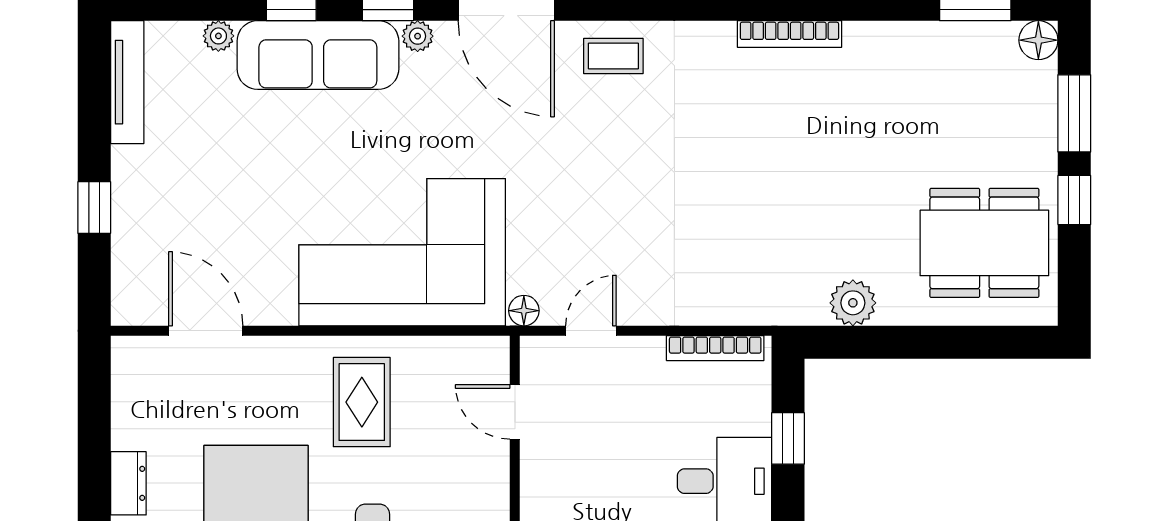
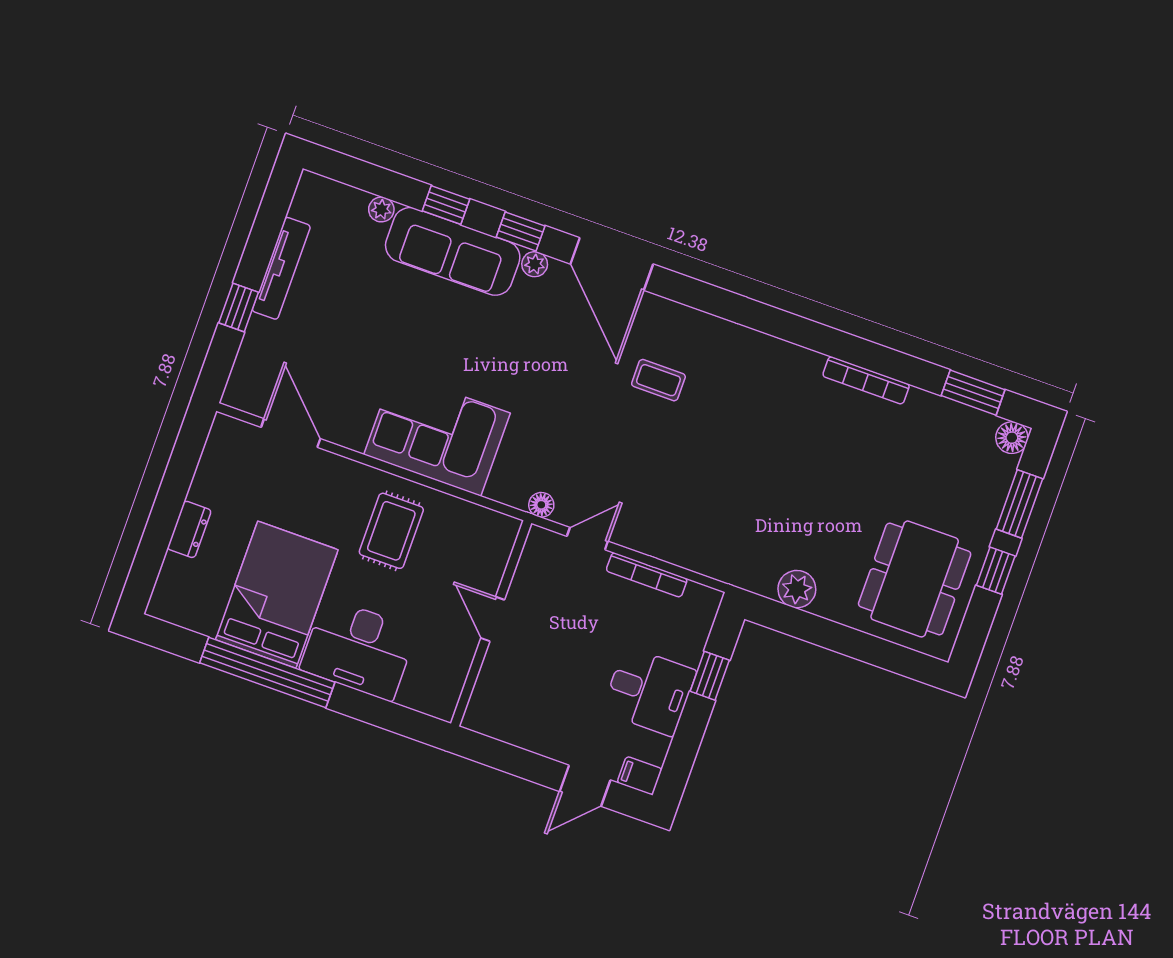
bookcase: (789, 34) -> (866, 380), moved
coffee table: (613, 56) -> (658, 380), moved
tv unit: (127, 82) -> (281, 268), moved
dining table: (984, 243) -> (915, 579), turned 90
corner sofa: (402, 252) -> (437, 434), width x0.73, depth x0.74
bookcase: (715, 348) -> (647, 575), moved
door: (515, 412) -> (493, 619), moved

